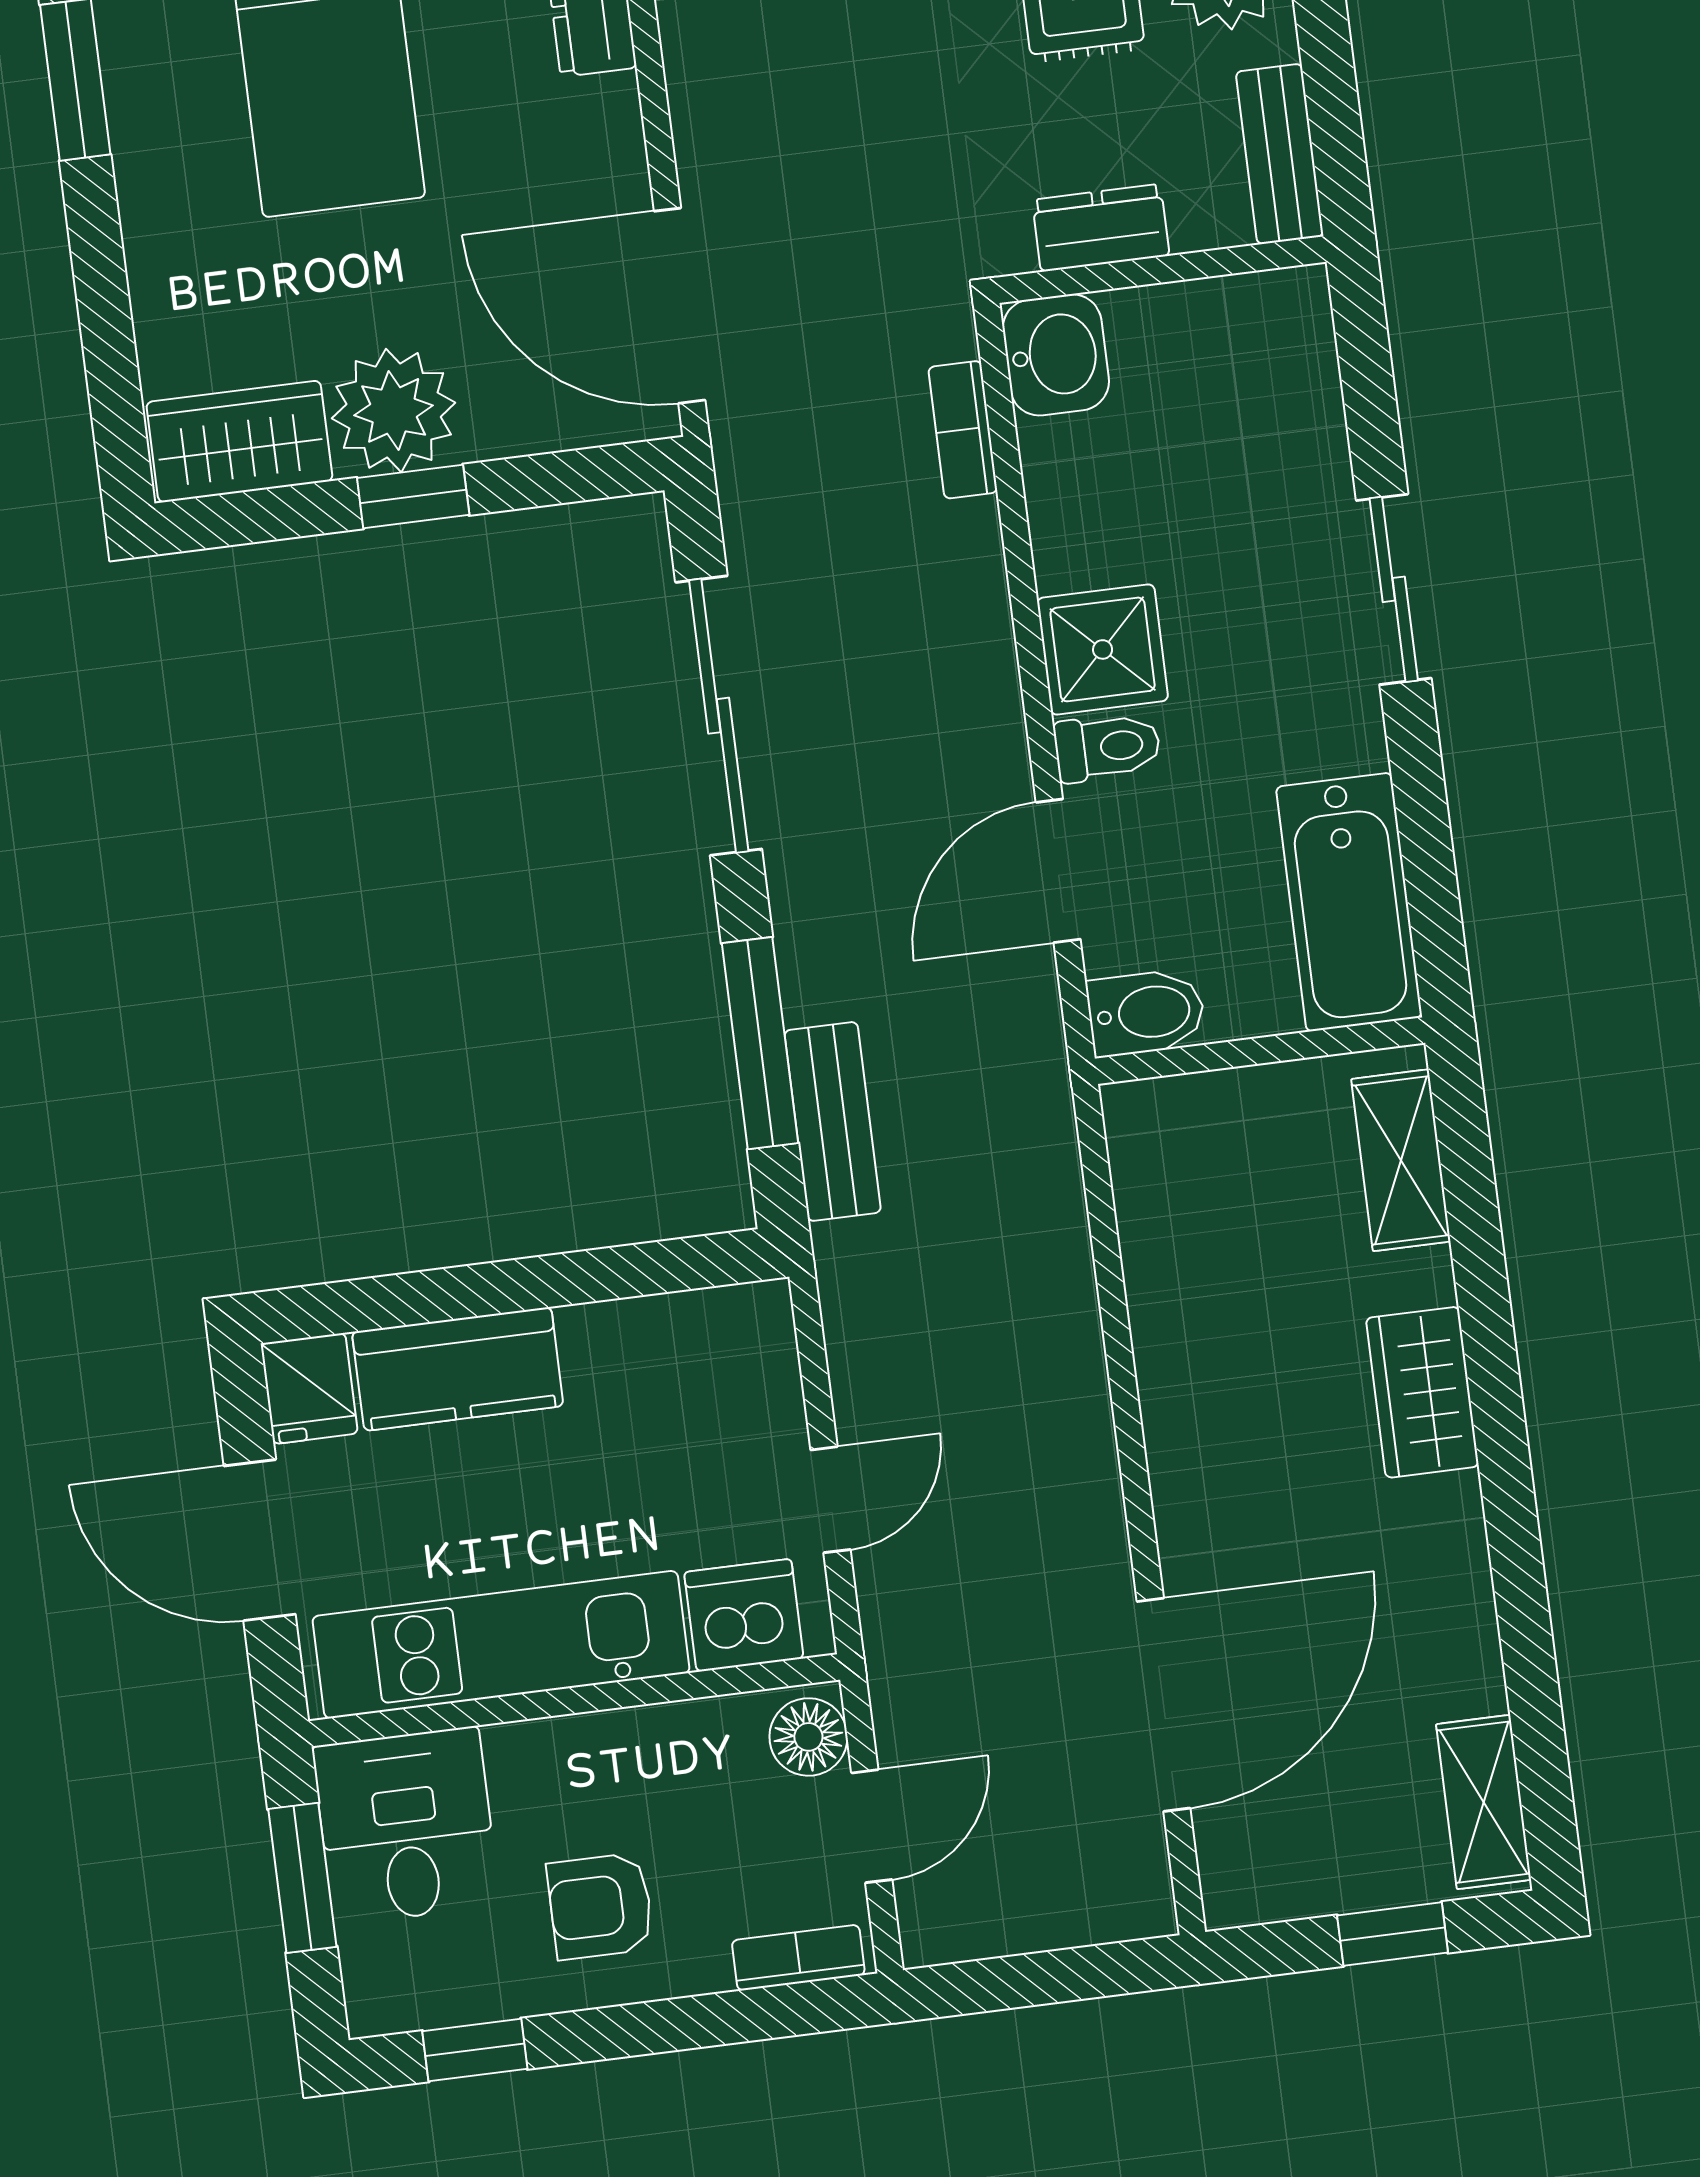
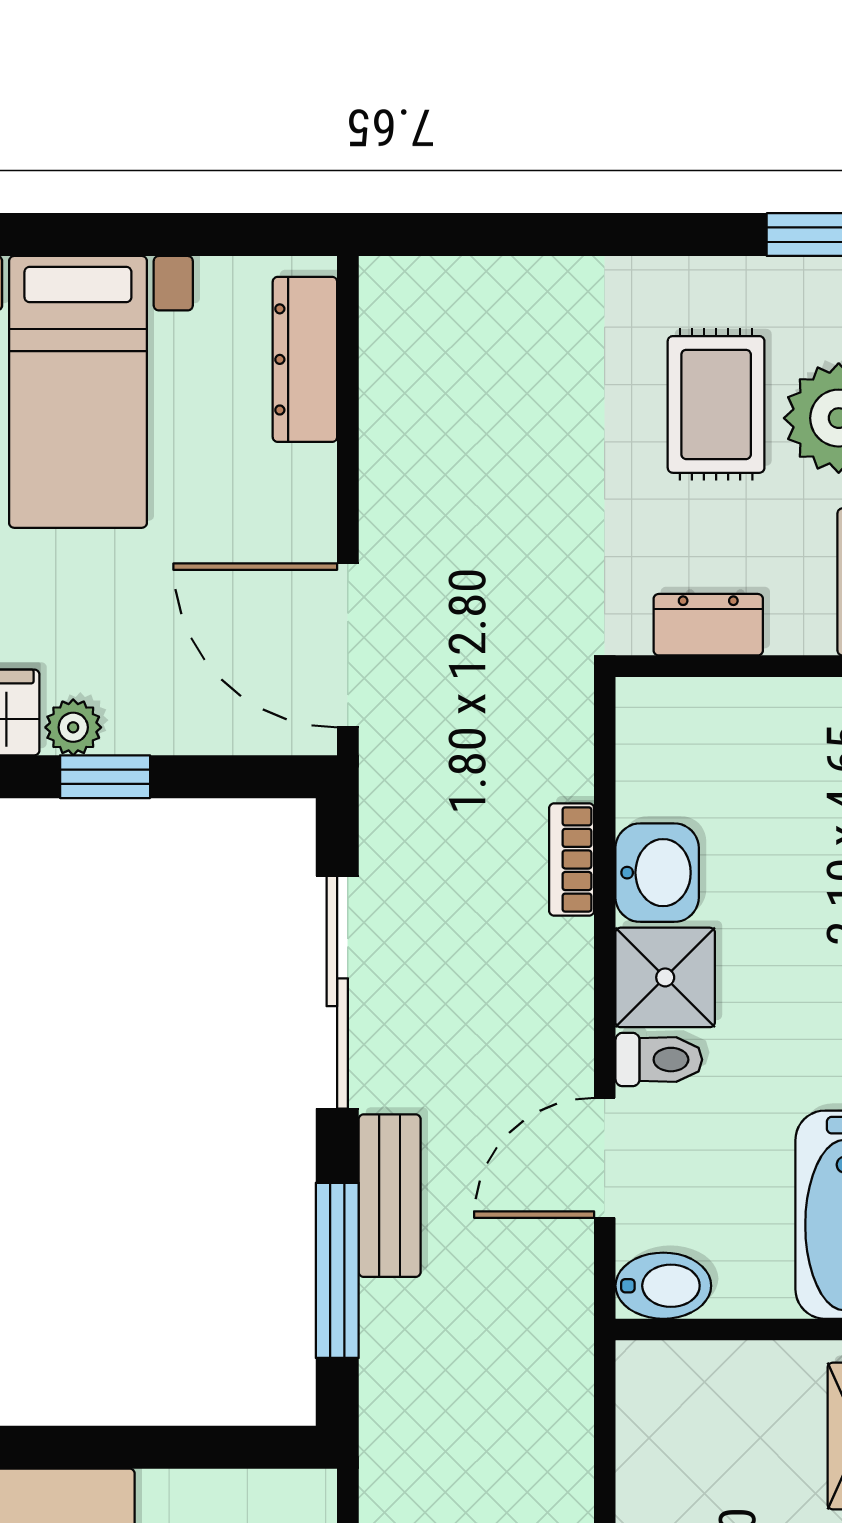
washbasin: (1056, 355) -> (657, 873), moved
plant: (394, 410) -> (73, 727), width x0.53, depth x0.53
bookcase: (963, 430) -> (572, 859), moved
bench: (833, 1121) -> (390, 1196), moved

